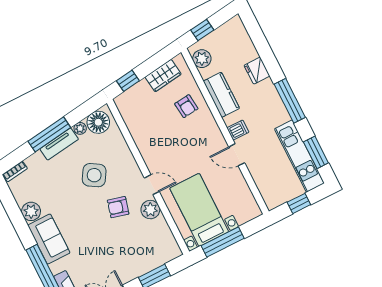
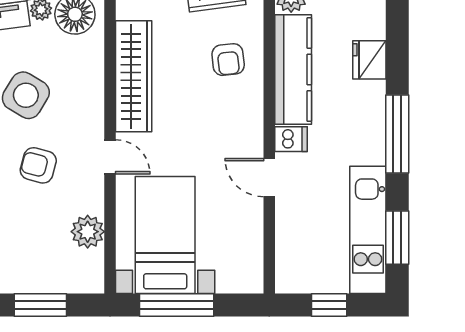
kitchen counter: (221, 95) -> (293, 69), width x1.50
wardrobe: (143, 138) -> (134, 76), added
plant: (150, 210) -> (88, 232), moved

